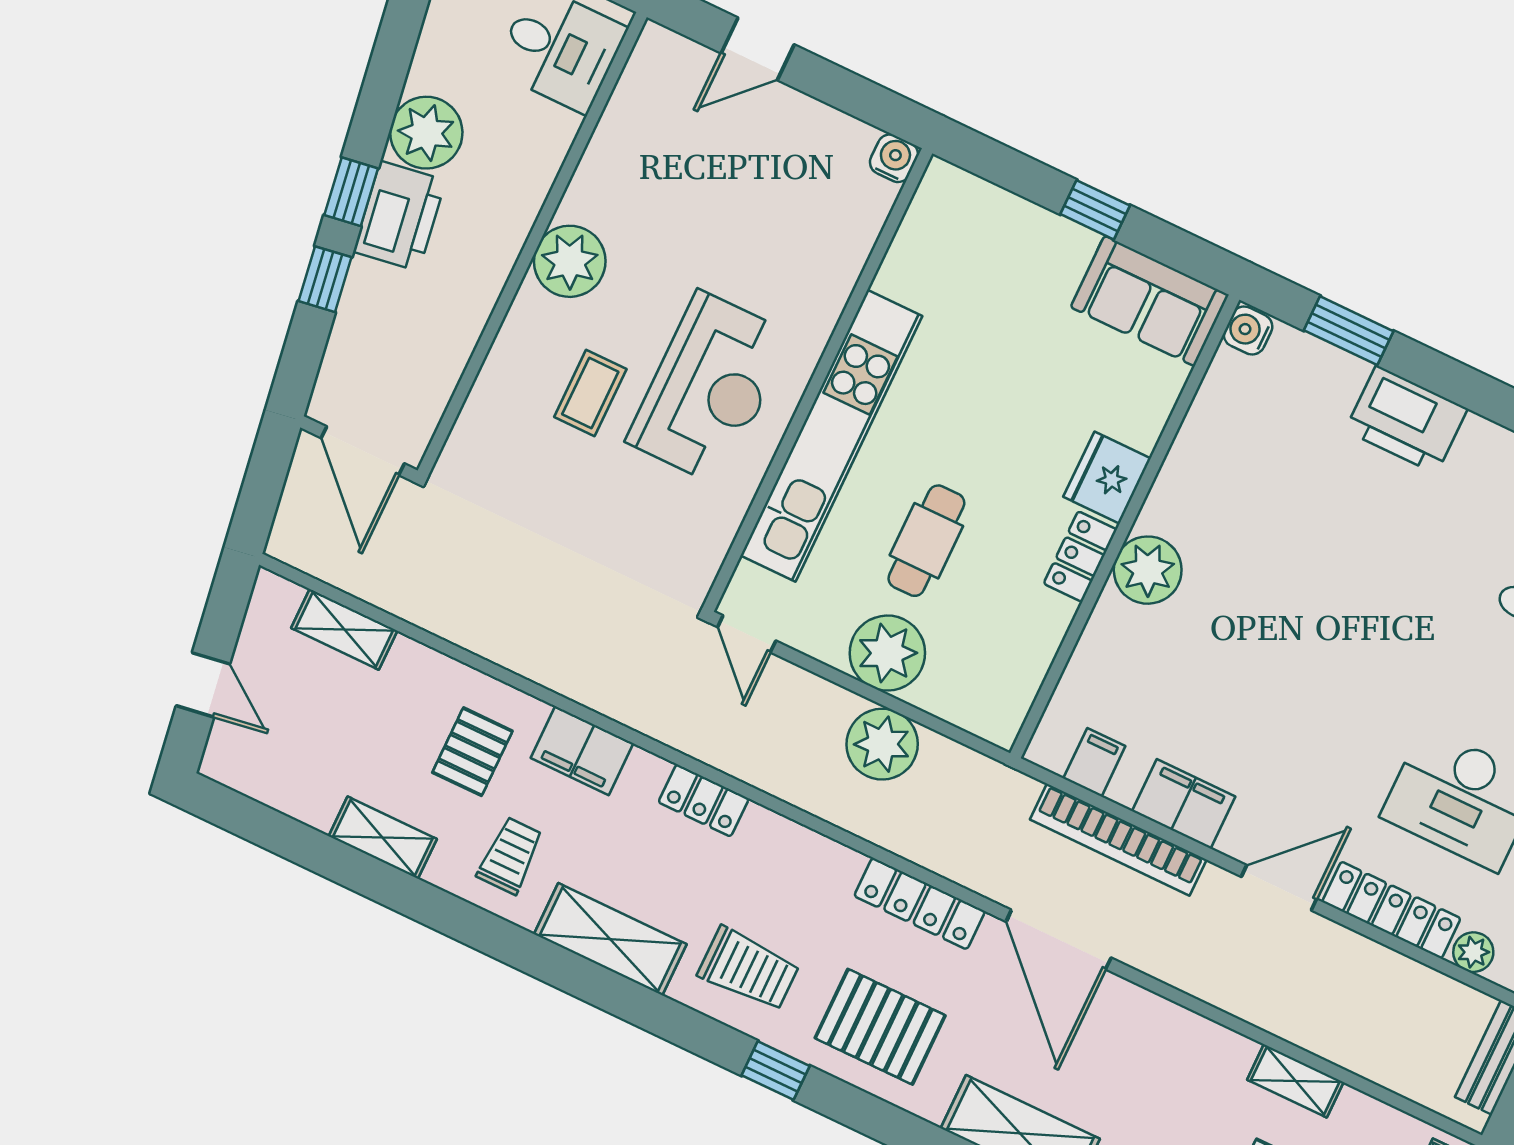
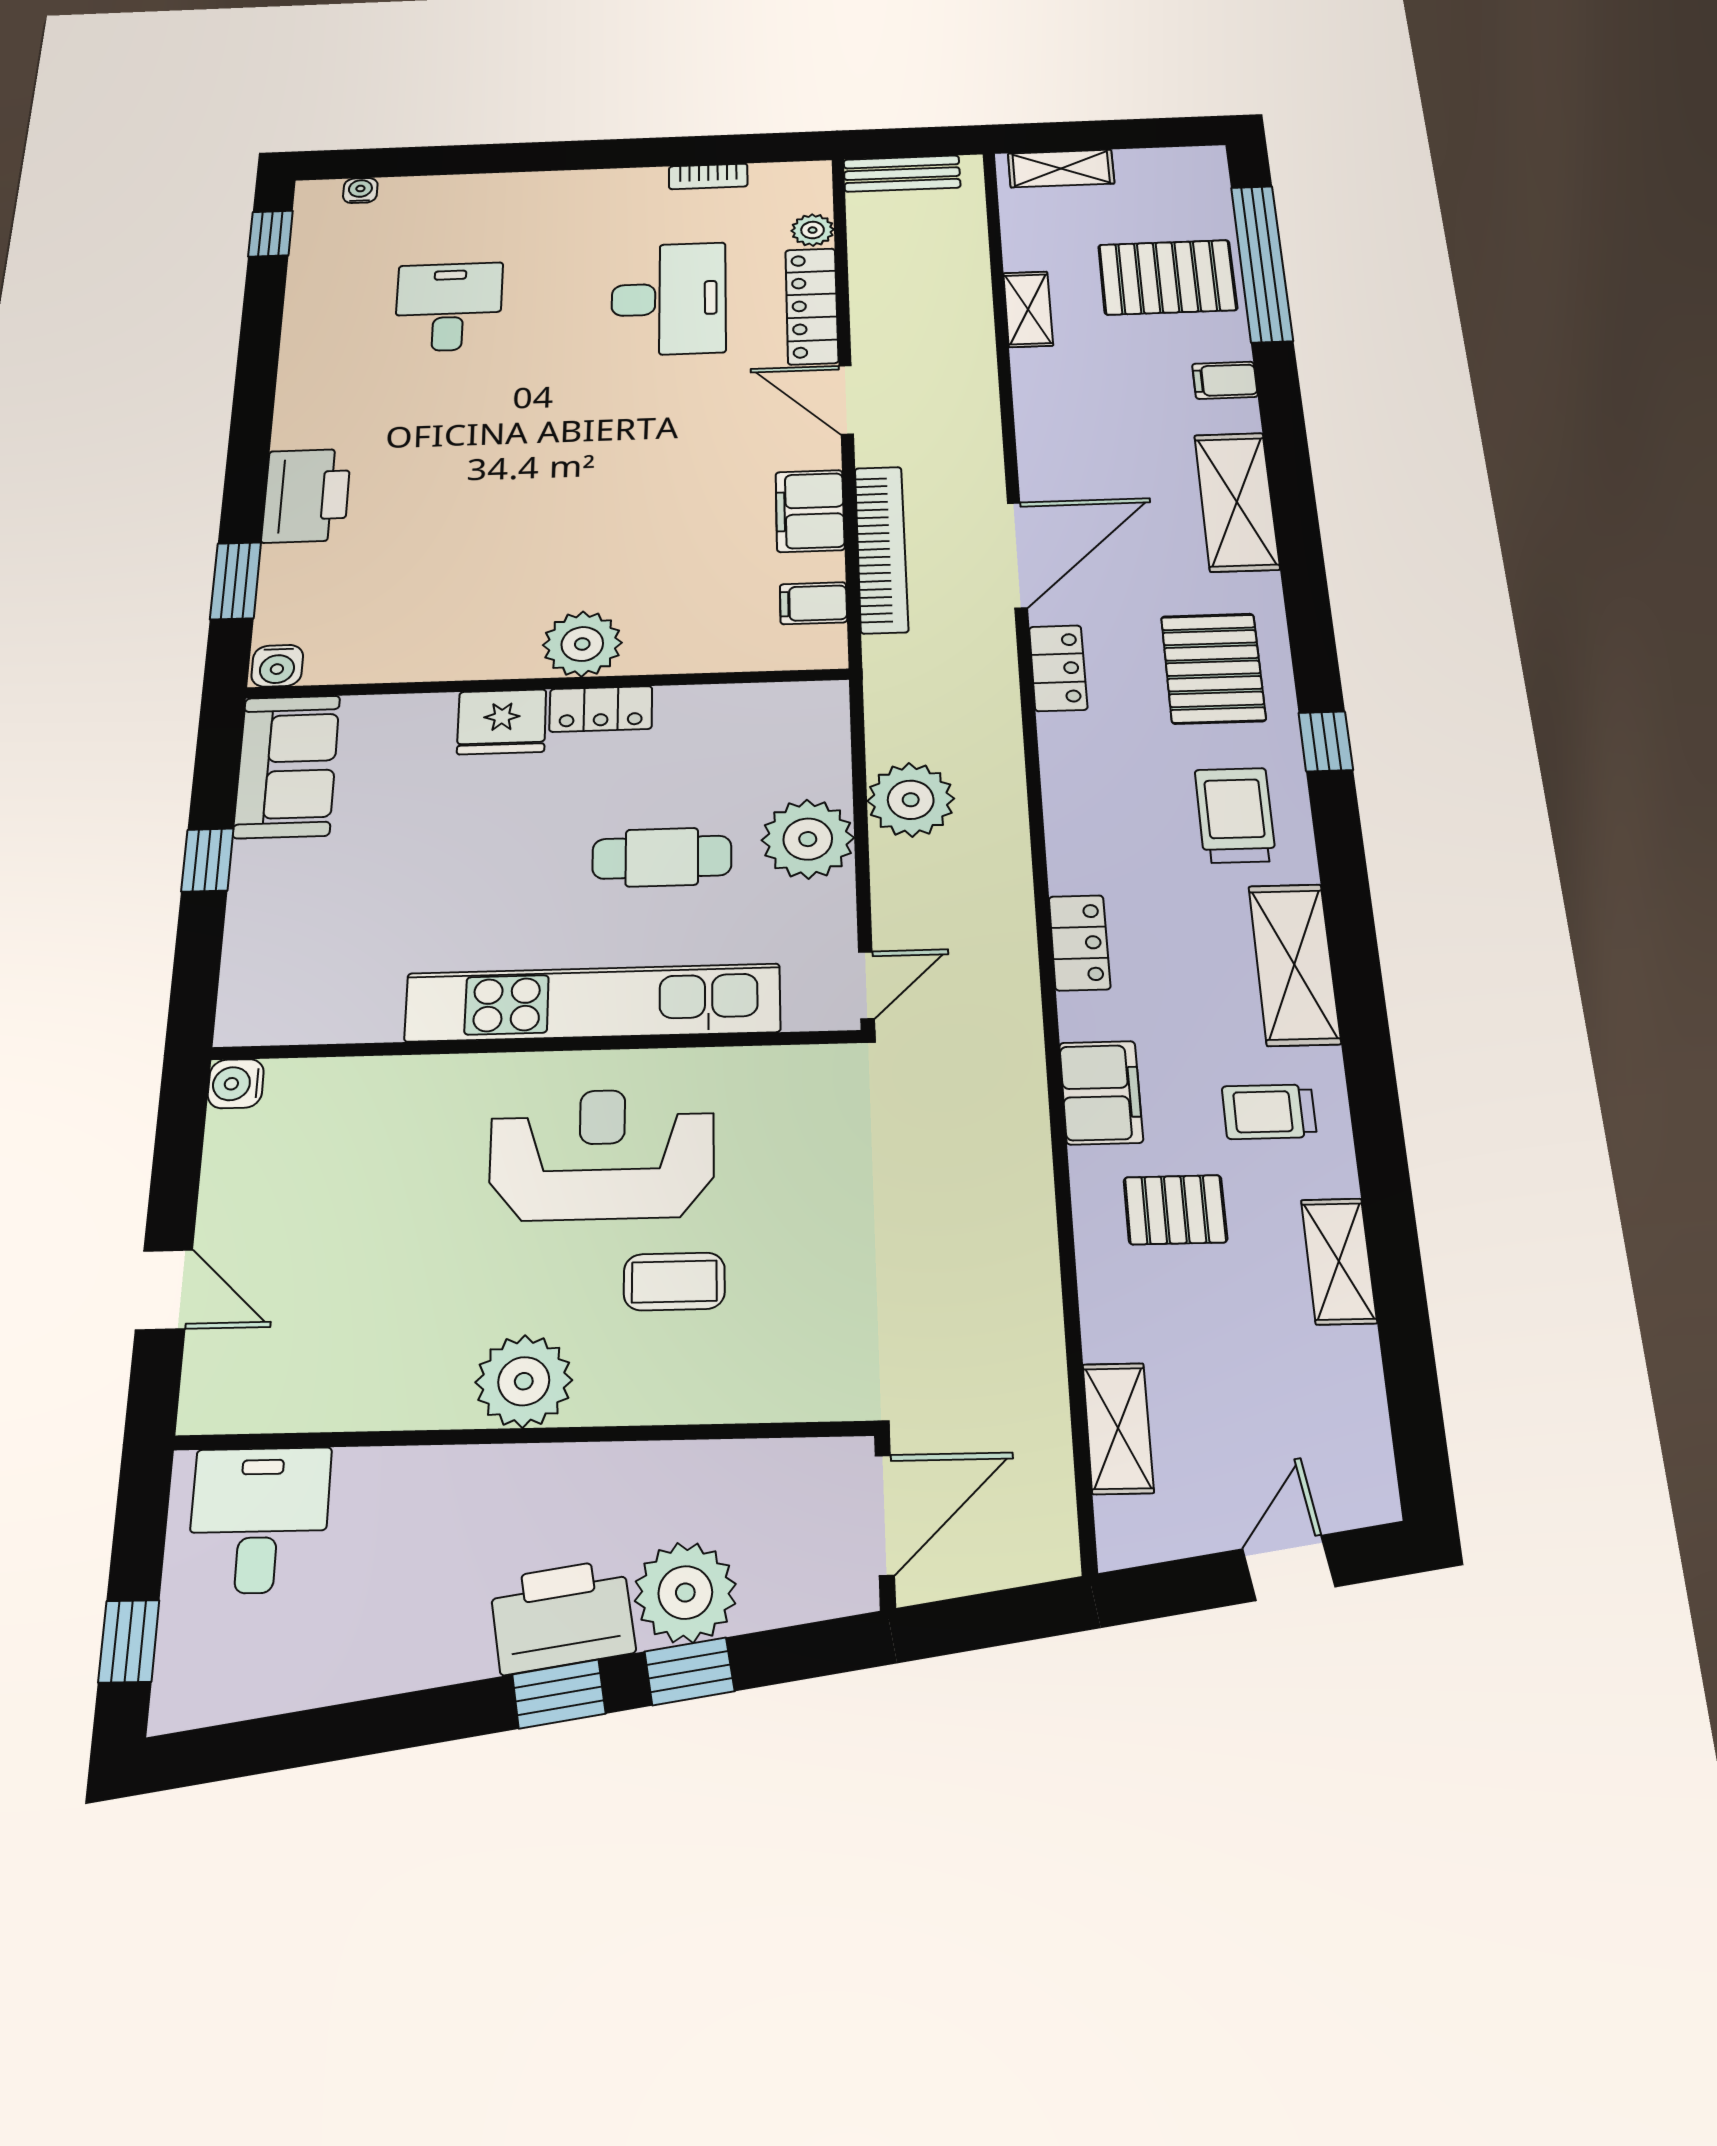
plant: (426, 133) -> (685, 1593), moved
locker: (920, 904) -> (1058, 668), width x0.66

